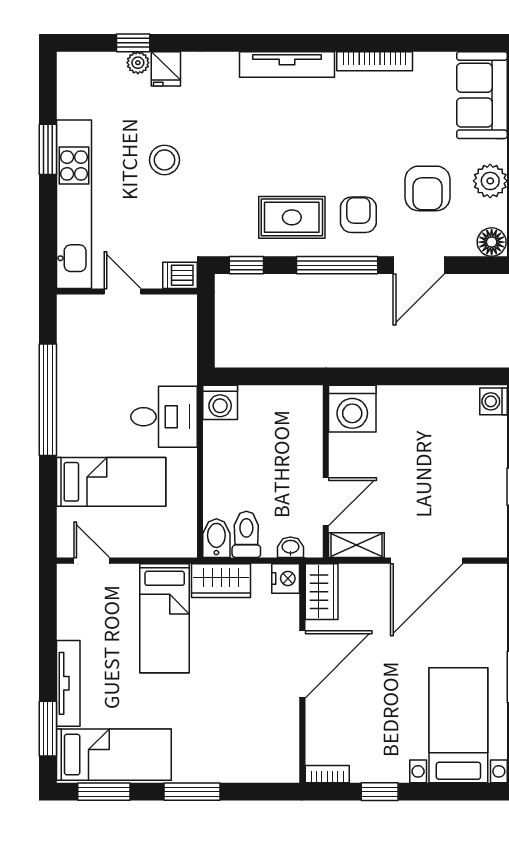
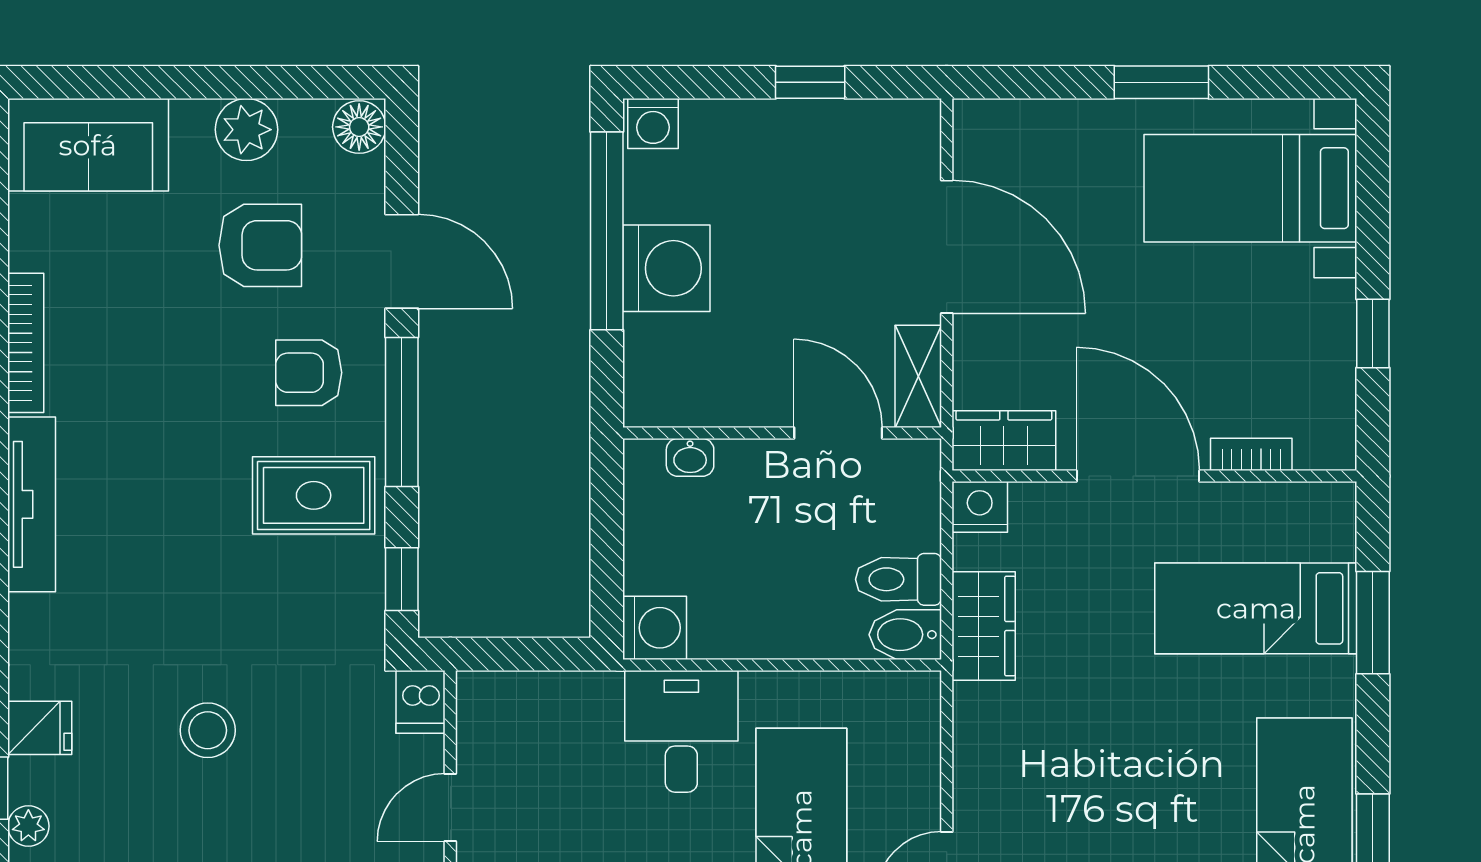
plant: (138, 63) -> (28, 826), moved
rug: (292, 217) -> (314, 495), turned 90
window: (435, 376) -> (607, 231), added
washing machine: (352, 409) -> (666, 268), moved
washbasin: (290, 547) -> (690, 457), moved, turned -90
bed: (165, 618) -> (1256, 608), moved, turned 180
bookcase: (327, 774) -> (1251, 454), moved, turned 90
window: (192, 792) -> (1373, 623), moved

